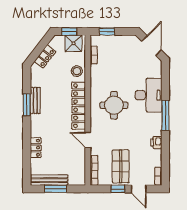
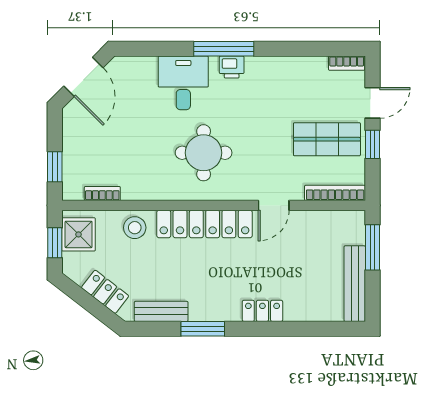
door: (152, 46) -> (83, 77), swing flipped
desk: (149, 95) -> (183, 83), width x0.73
bench: (35, 100) -> (161, 311), moved
printer: (156, 143) -> (232, 67), moved
locker: (36, 148) -> (262, 311), moved
window: (55, 189) -> (372, 247), moved

